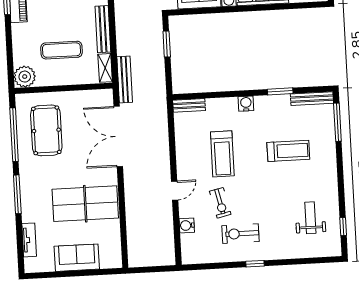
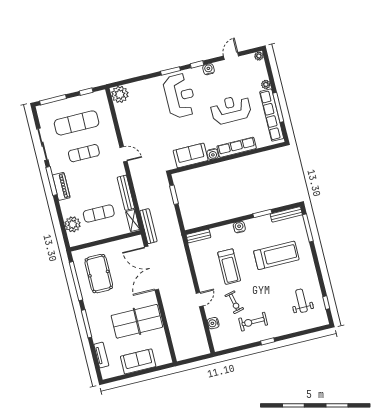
plant: (25, 77) -> (73, 224), moved
treadmill: (288, 151) -> (276, 255), width x1.37, depth x1.38

